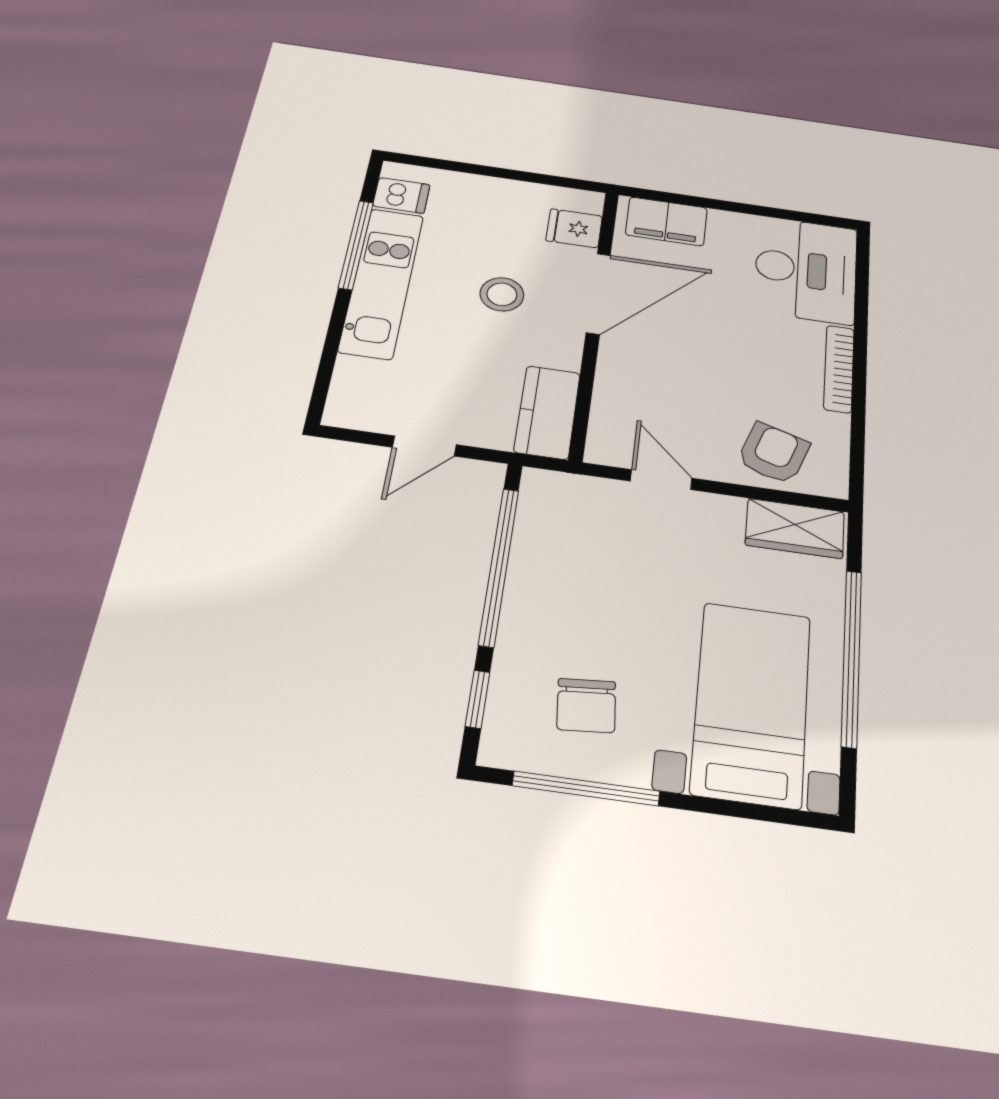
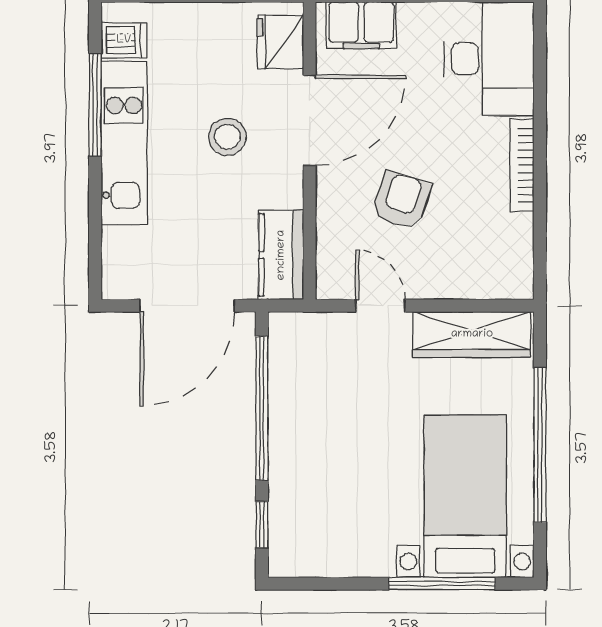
fridge: (574, 228) -> (280, 42), width x1.38
door: (424, 446) -> (187, 306), width x1.87
armchair: (773, 453) -> (401, 200), moved
wardrobe: (795, 528) -> (472, 334), width x1.50
chair: (586, 706) -> (342, 517), removed
window: (586, 788) -> (442, 584), moved

